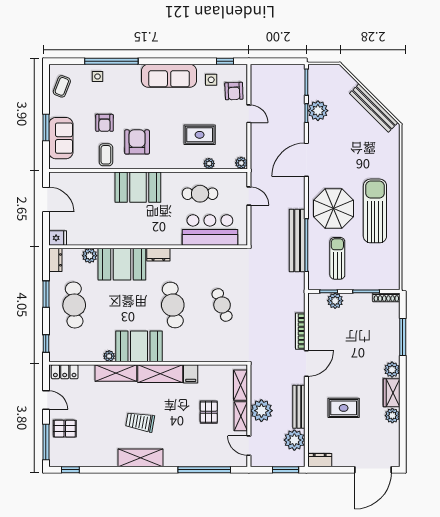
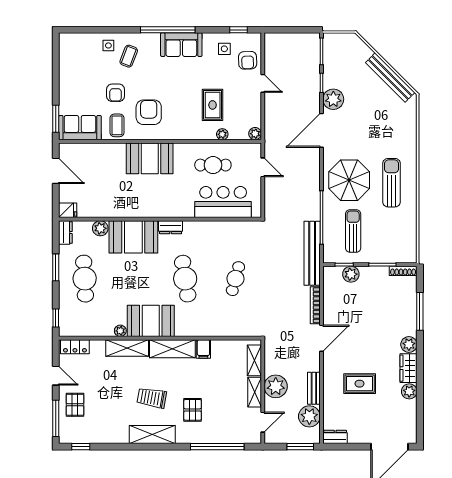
window: (111, 61) -> (168, 30), moved
sofa: (169, 76) -> (181, 45), width x0.73
coffee table: (62, 86) -> (129, 56), moved
plant: (318, 111) -> (333, 99), moved
window: (46, 127) -> (56, 119), moved
rug: (200, 135) -> (213, 105), turned 90
sofa: (61, 138) -> (80, 128), moved, turned -90
sun lounger: (375, 211) -> (392, 183), width x0.73, depth x0.75
bench: (297, 241) -> (312, 253), moved
cafe table: (222, 305) -> (235, 279), turned 36
bench: (299, 407) -> (314, 388), width x0.73
pallet: (209, 412) -> (193, 410), moved
pallet: (65, 429) -> (75, 405), turned 90
door: (249, 446) -> (263, 422), swing flipped

